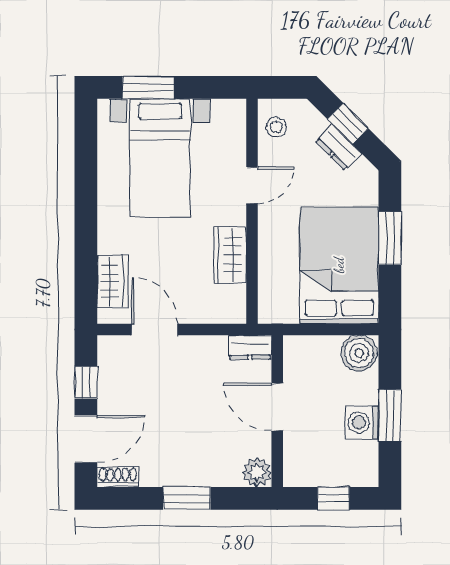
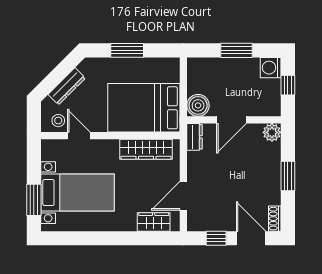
window: (348, 124) -> (56, 76), removed
dresser: (338, 147) -> (67, 86), width x1.44
door: (252, 185) -> (79, 136), moved
wardrobe: (230, 255) -> (146, 149), width x1.50
bed: (339, 265) -> (144, 108), moved
boiler: (359, 353) -> (198, 105), moved
washing machine: (362, 422) -> (271, 68), moved, turned 90

